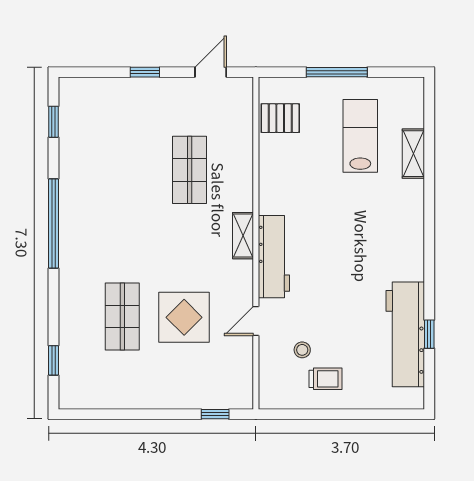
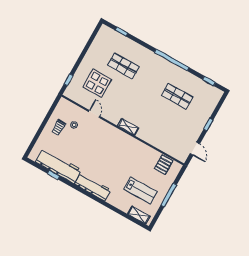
shelving: (413, 154) -> (139, 215), moved
shop shelf: (190, 170) -> (177, 96), moved
workbench: (274, 257) -> (93, 187), moved, turned 180
display table: (184, 317) -> (97, 83), moved

